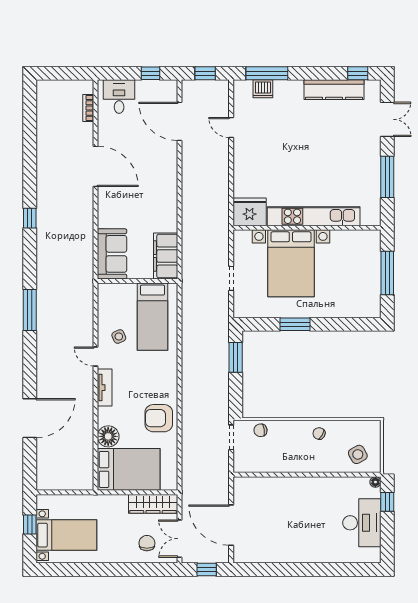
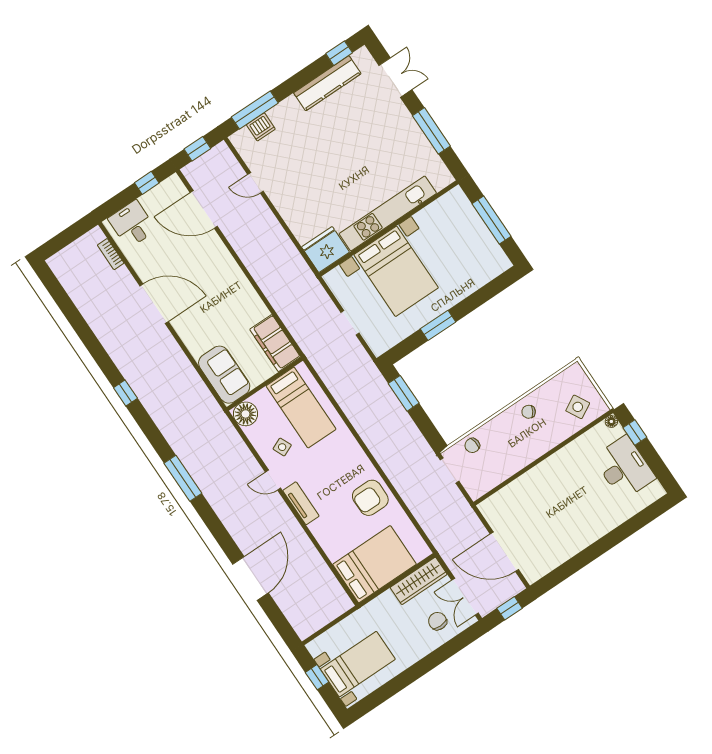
floor lamp: (108, 436) -> (245, 414), moved

